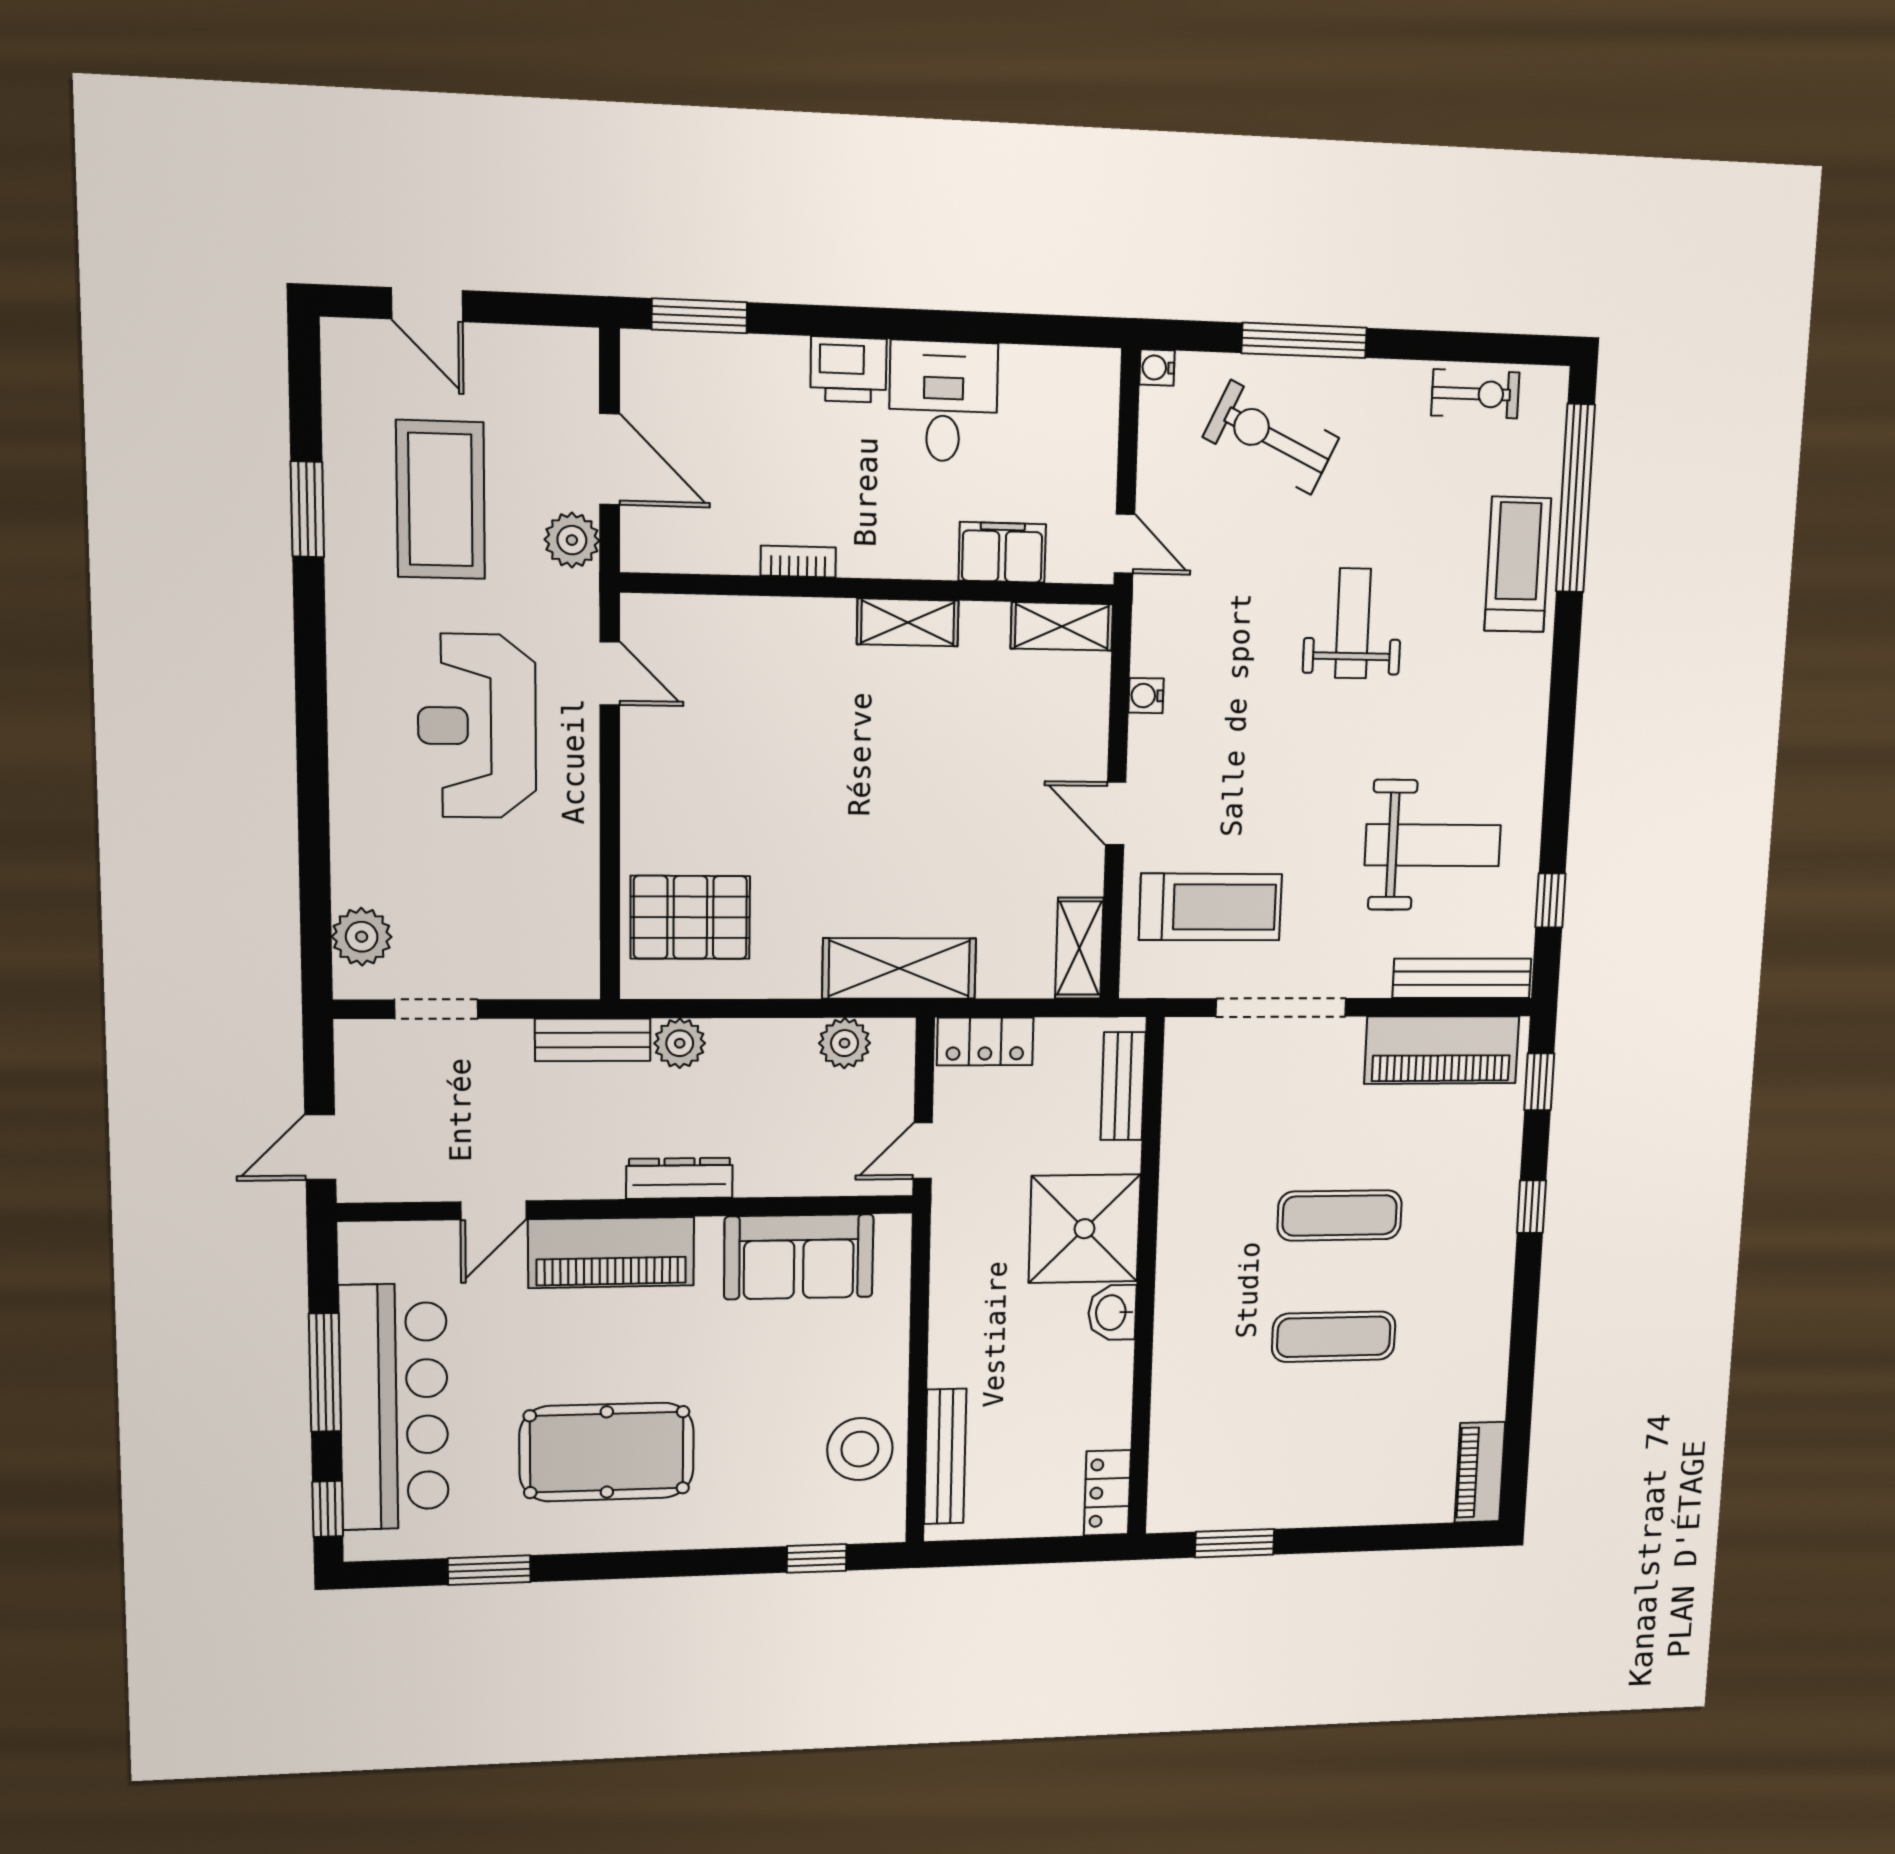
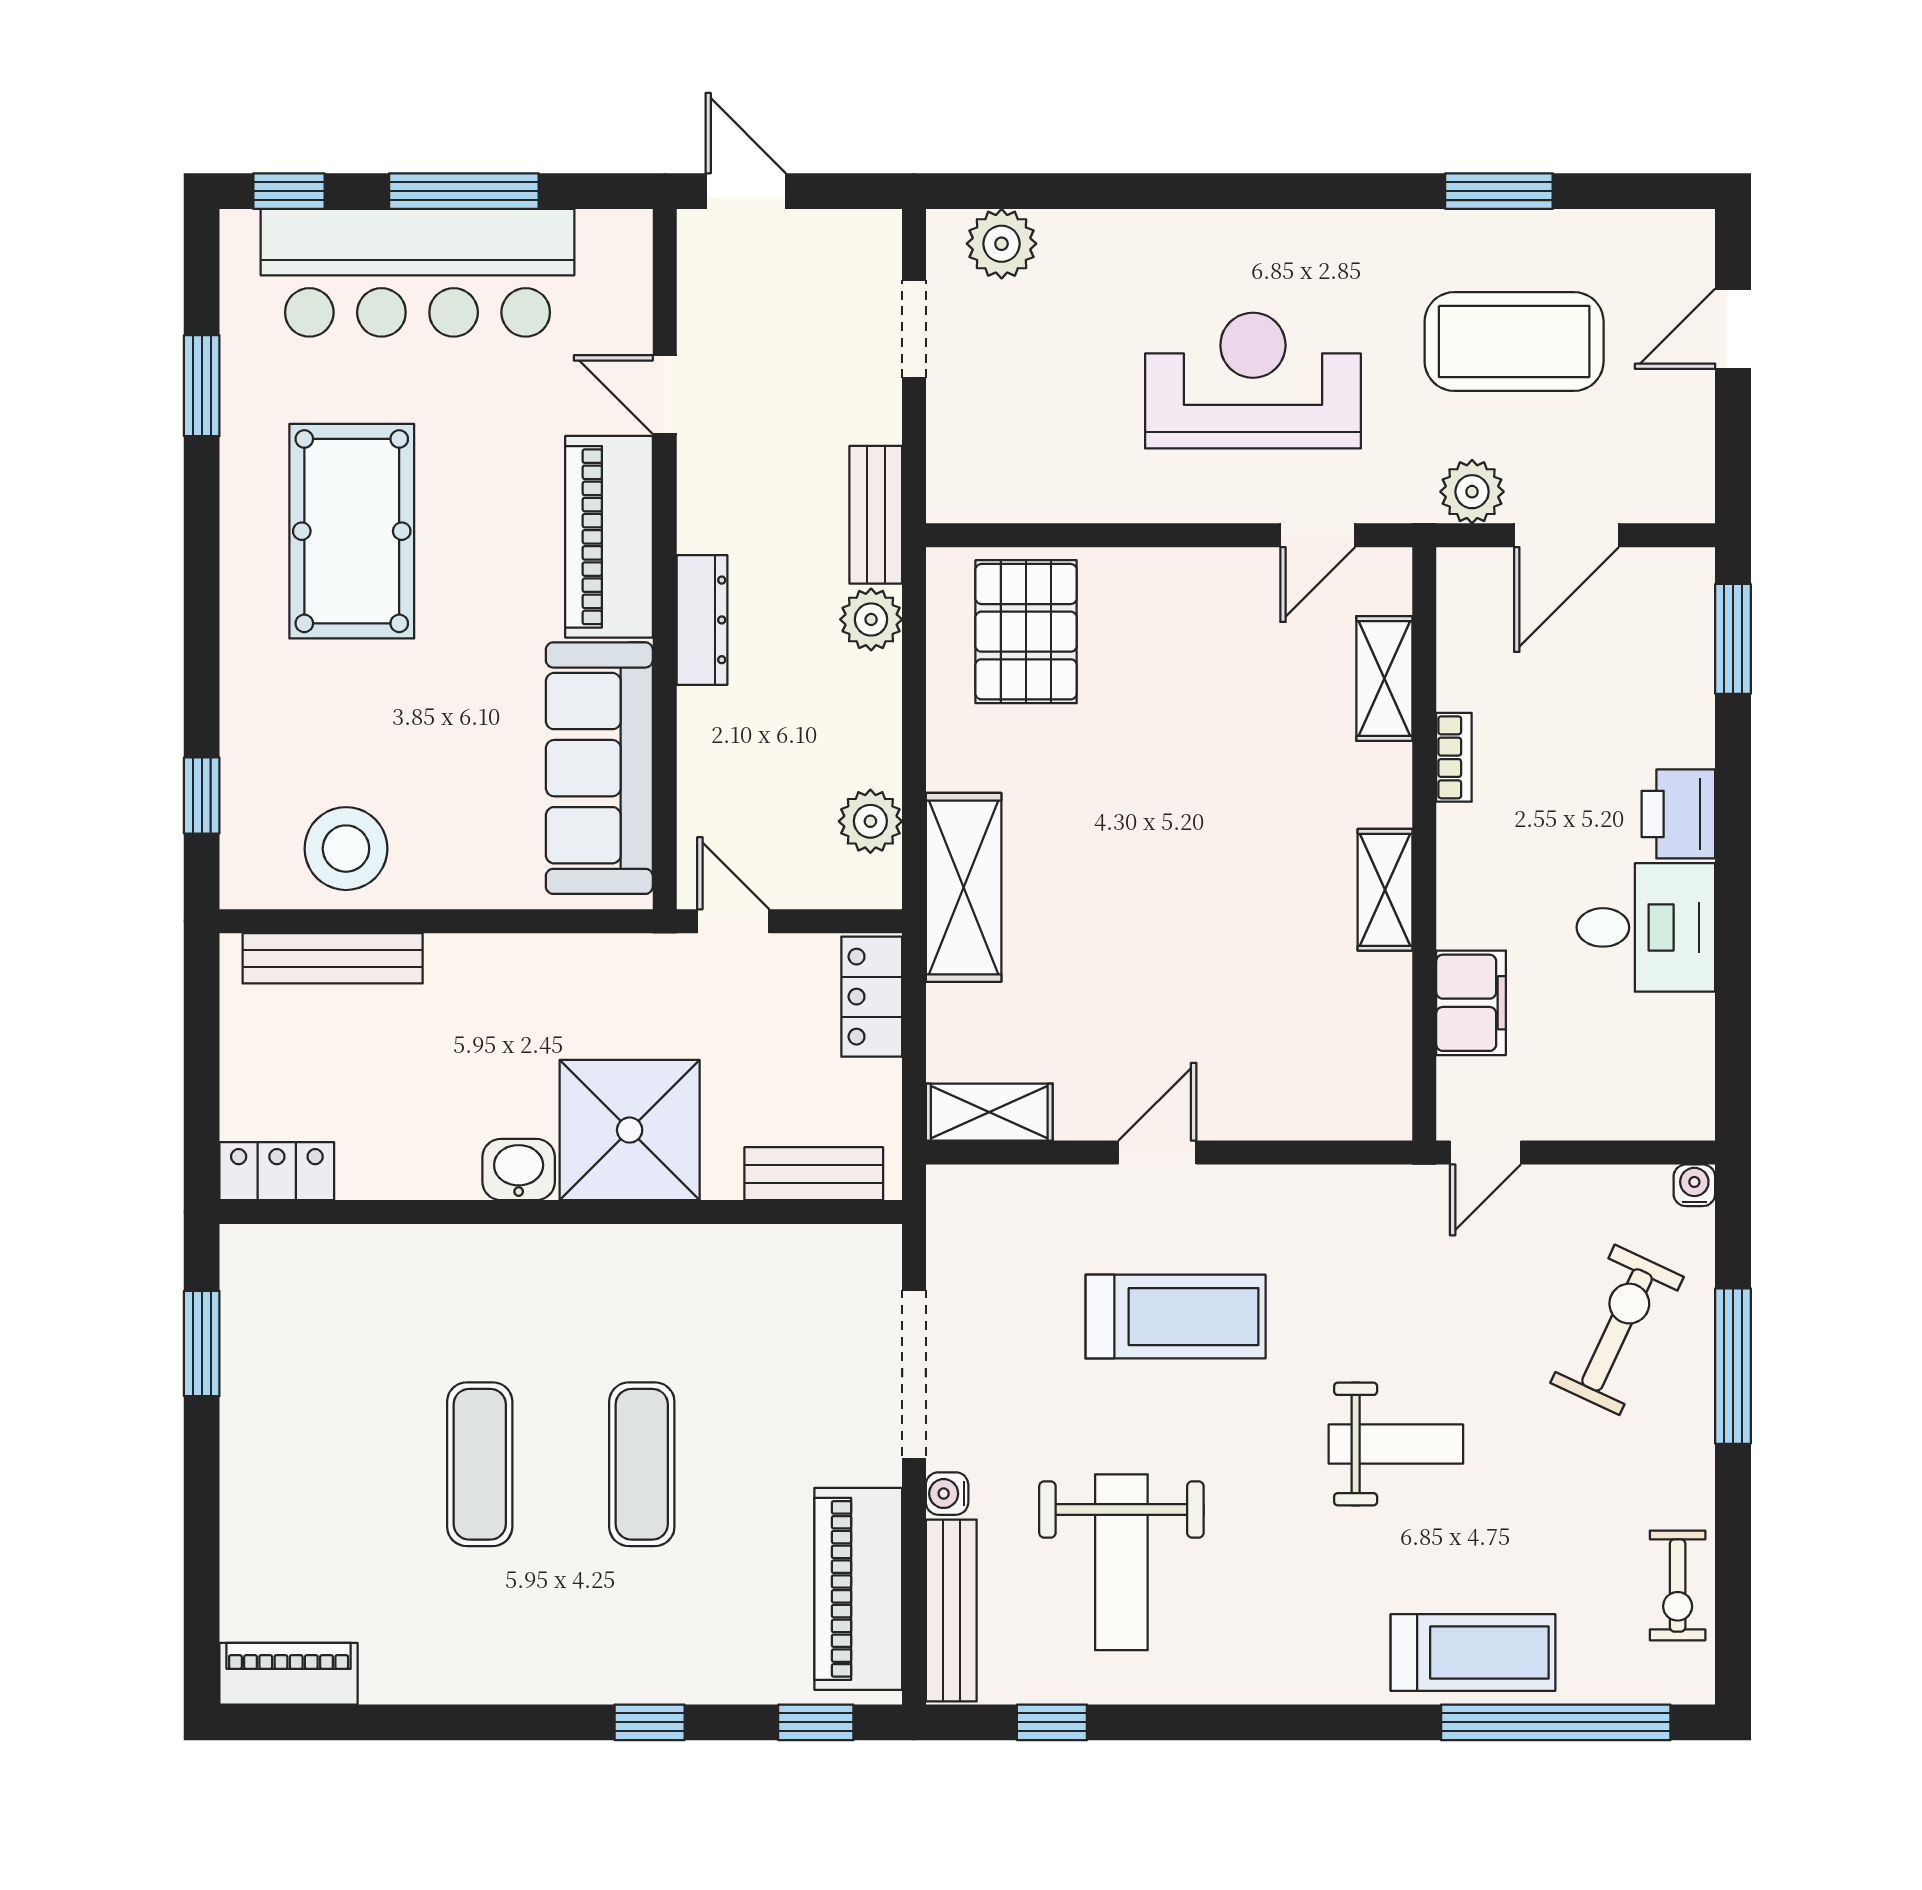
shelving: (1062, 626) -> (1384, 678), moved
water cooler: (1146, 696) -> (947, 1494), moved, turned -90
treadmill: (1210, 907) -> (1176, 1317), moved, turned -90
sofa: (799, 1257) -> (599, 768), width x1.36

